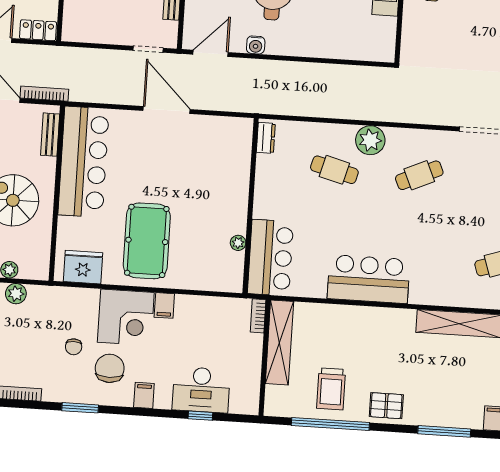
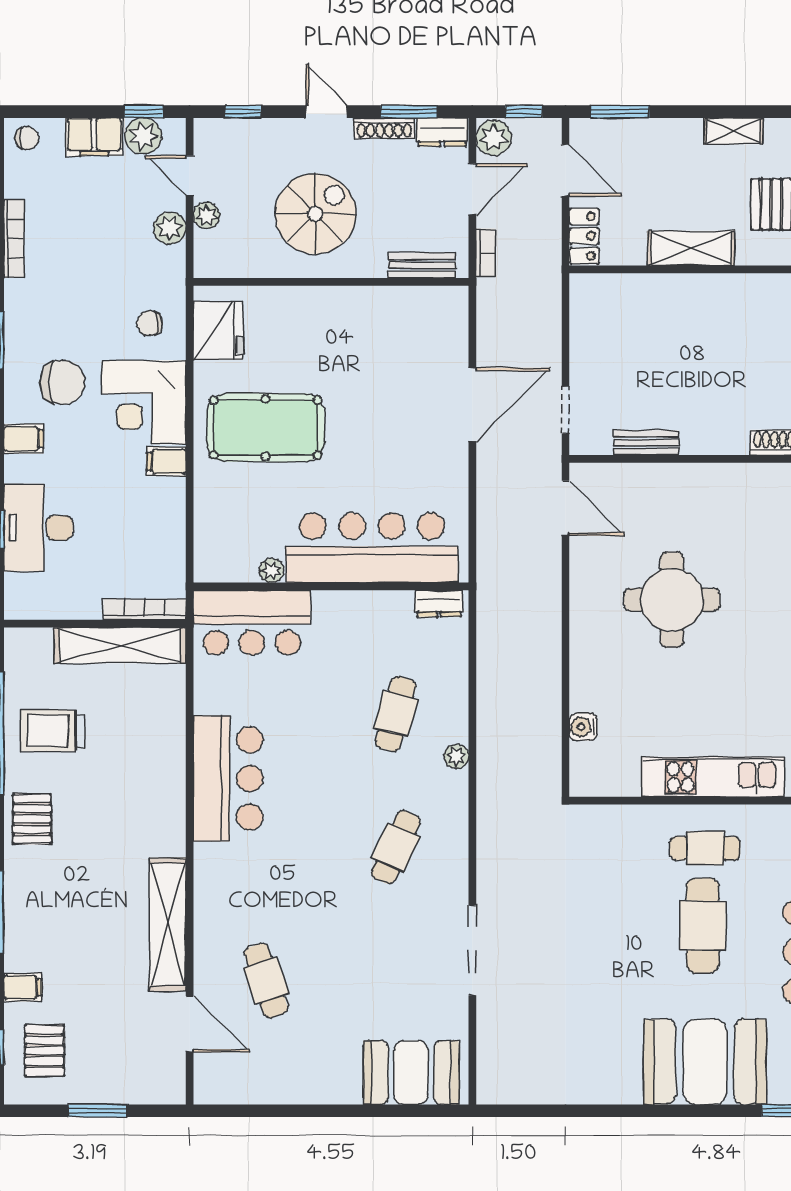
water cooler: (256, 45) -> (583, 727), moved
bookcase: (44, 94) -> (486, 252), width x0.64
door: (167, 110) -> (472, 405), moved
plant: (370, 140) -> (456, 756), width x0.53, depth x0.53
bar counter: (84, 162) -> (372, 548), moved, turned 180
cafe table: (419, 175) -> (396, 847), turned 48
bookcase: (258, 316) -> (145, 609), width x1.56
chair: (74, 347) -> (150, 323), moved

